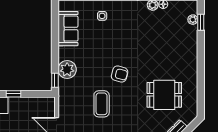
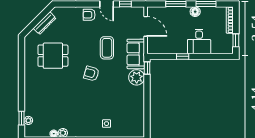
sofa: (68, 29) -> (136, 54), moved

